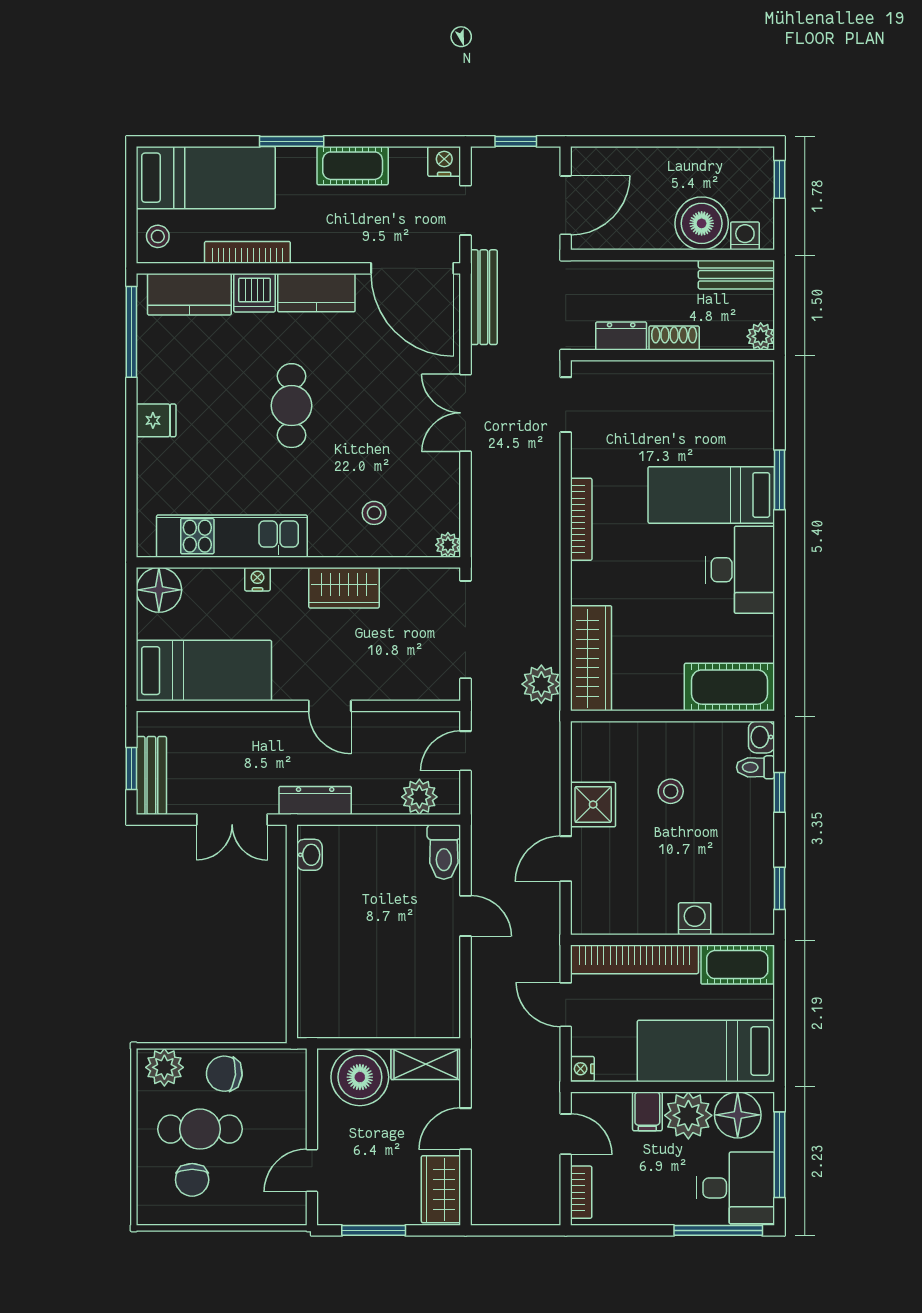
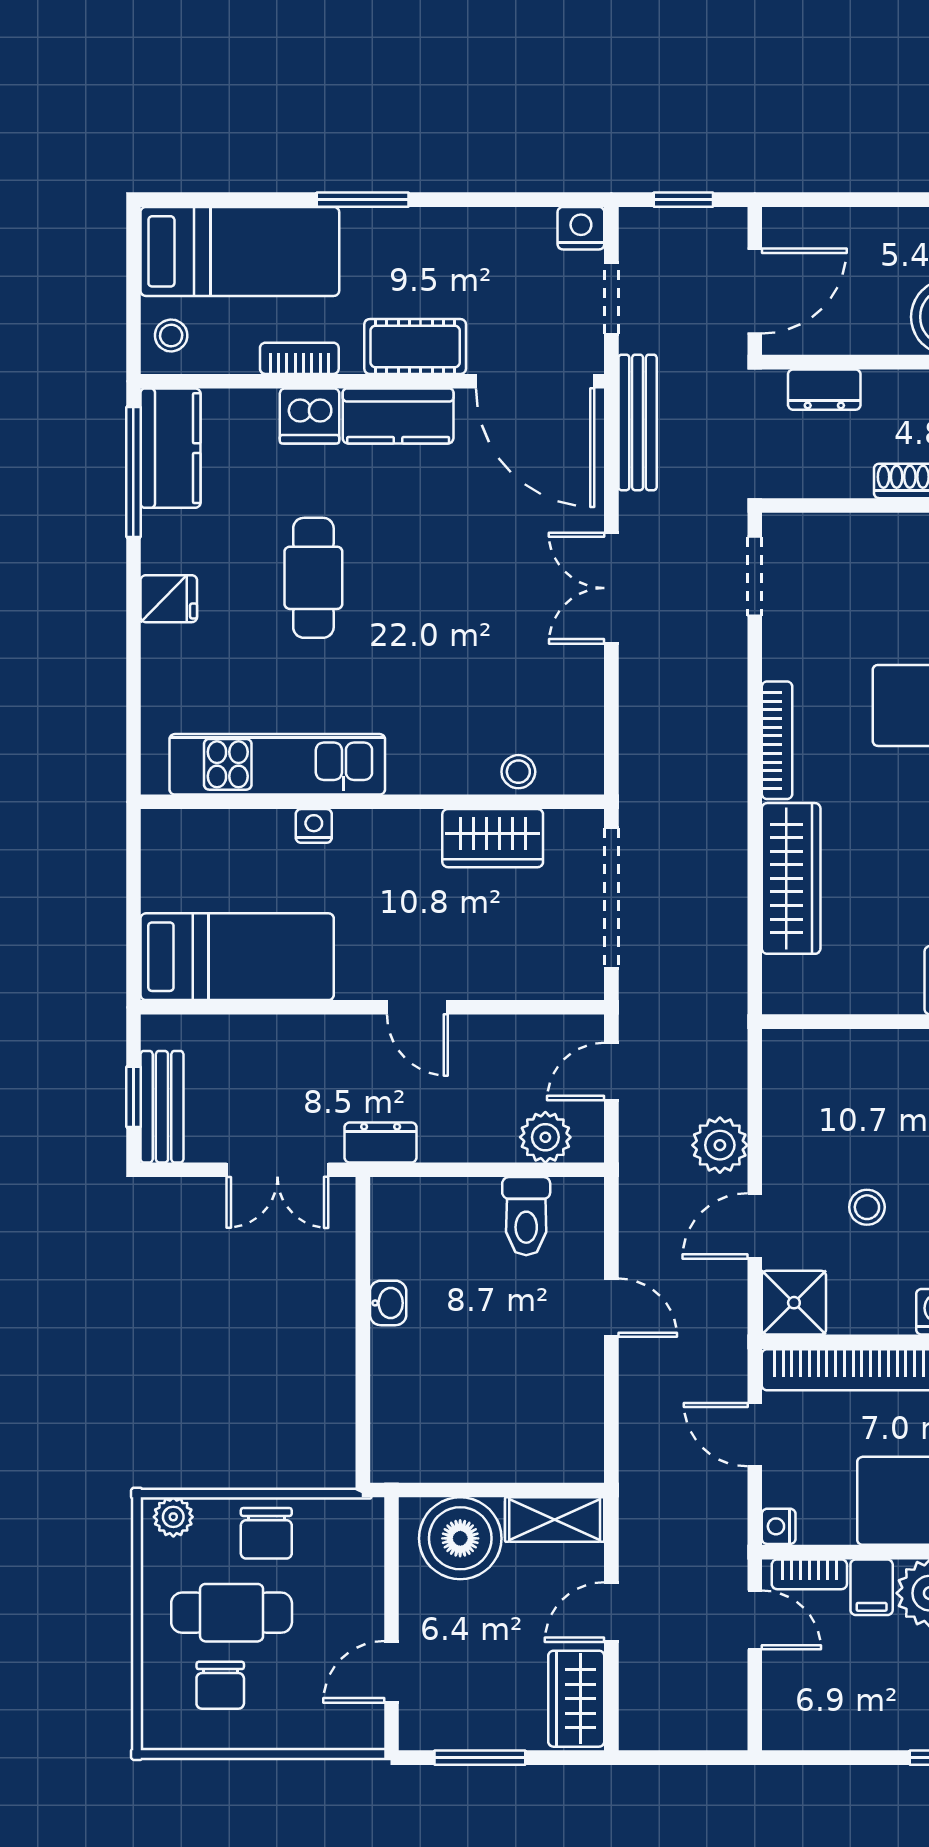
cot: (353, 166) -> (415, 346), moved
bookcase: (247, 252) -> (299, 358), width x0.64
kitchen counter: (189, 294) -> (170, 448), moved, turned -90
dresser: (621, 336) -> (824, 390), moved, turned 180
cafe table: (292, 406) -> (313, 578), moved
stool: (374, 513) -> (518, 772), moved
plant: (448, 545) -> (586, 777), removed
wardrobe: (344, 588) -> (493, 838), moved
floor lamp: (159, 590) -> (173, 841), removed
wardrobe: (591, 658) -> (791, 878), moved
plant: (541, 684) -> (720, 1145), moved
stool: (671, 791) -> (867, 1207), moved
dresser: (315, 800) -> (381, 1142), width x0.70
shower: (593, 804) -> (794, 1303), moved
toilet: (444, 852) -> (526, 1216), moved
washbasin: (309, 855) -> (388, 1303), moved
plant: (164, 1067) -> (173, 1517), width x0.73, depth x0.73
chair: (224, 1074) -> (266, 1533), turned -96
bookcase: (581, 1192) -> (809, 1574), moved, turned 90

